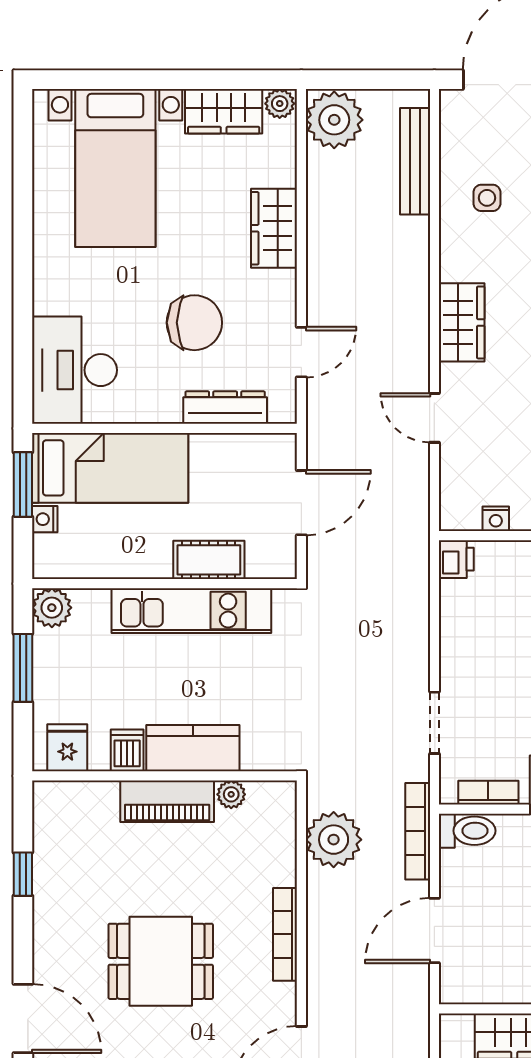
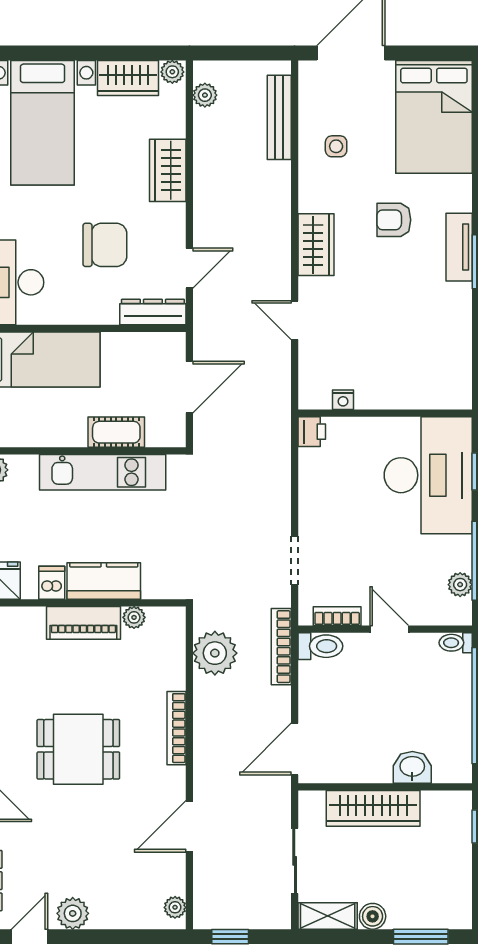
plant: (334, 120) -> (205, 95), width x0.53, depth x0.53
dresser: (225, 408) -> (153, 312), moved
door: (434, 931) -> (295, 749), moved

